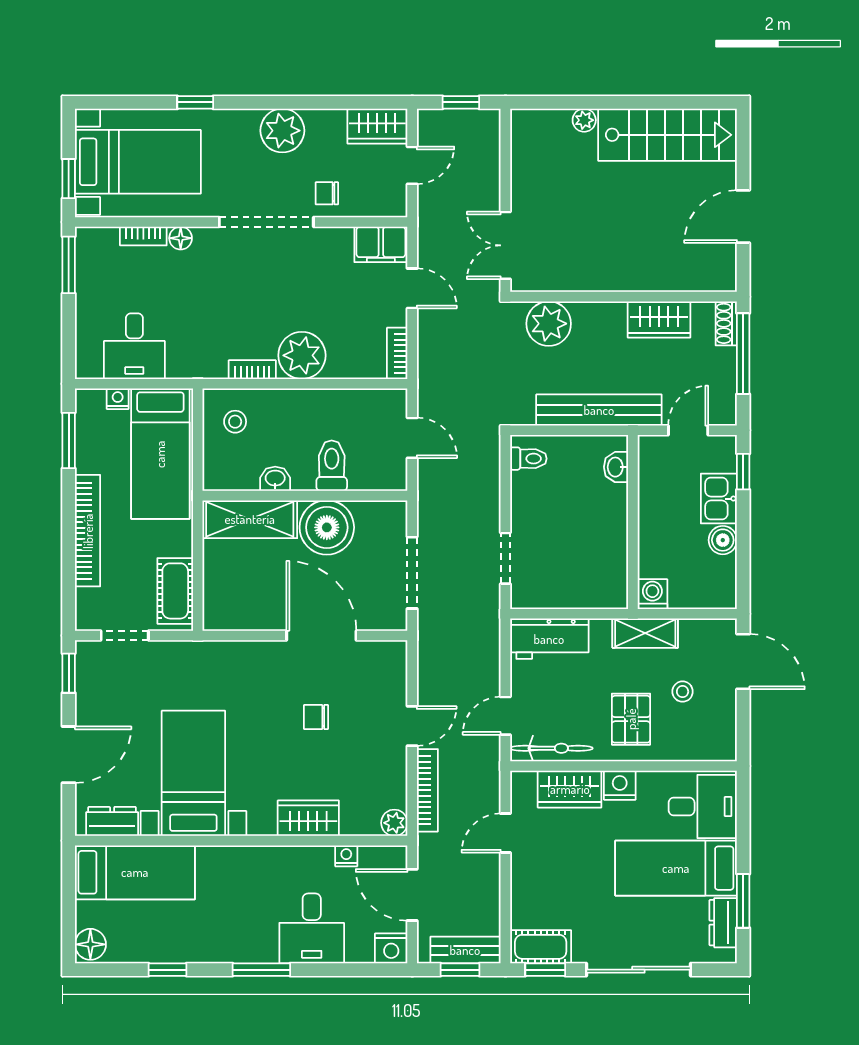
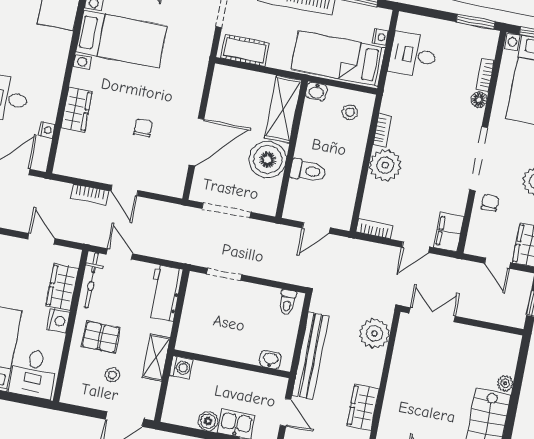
washbasin: (275, 479) -> (316, 91), moved, turned 90
bookcase: (427, 790) -> (90, 194), width x0.64
plant: (394, 823) -> (62, 166), removed

